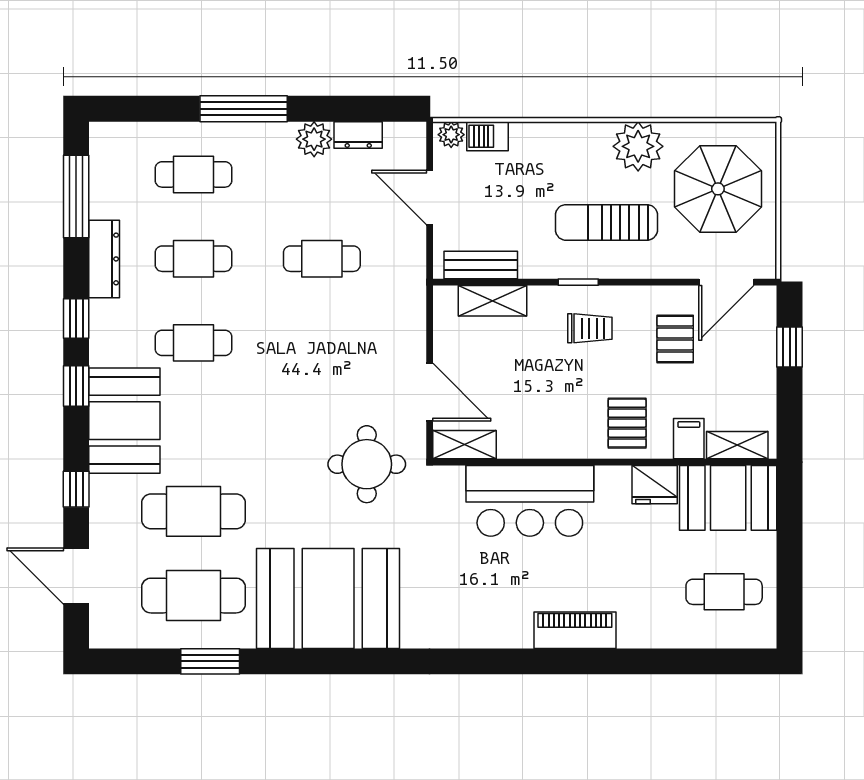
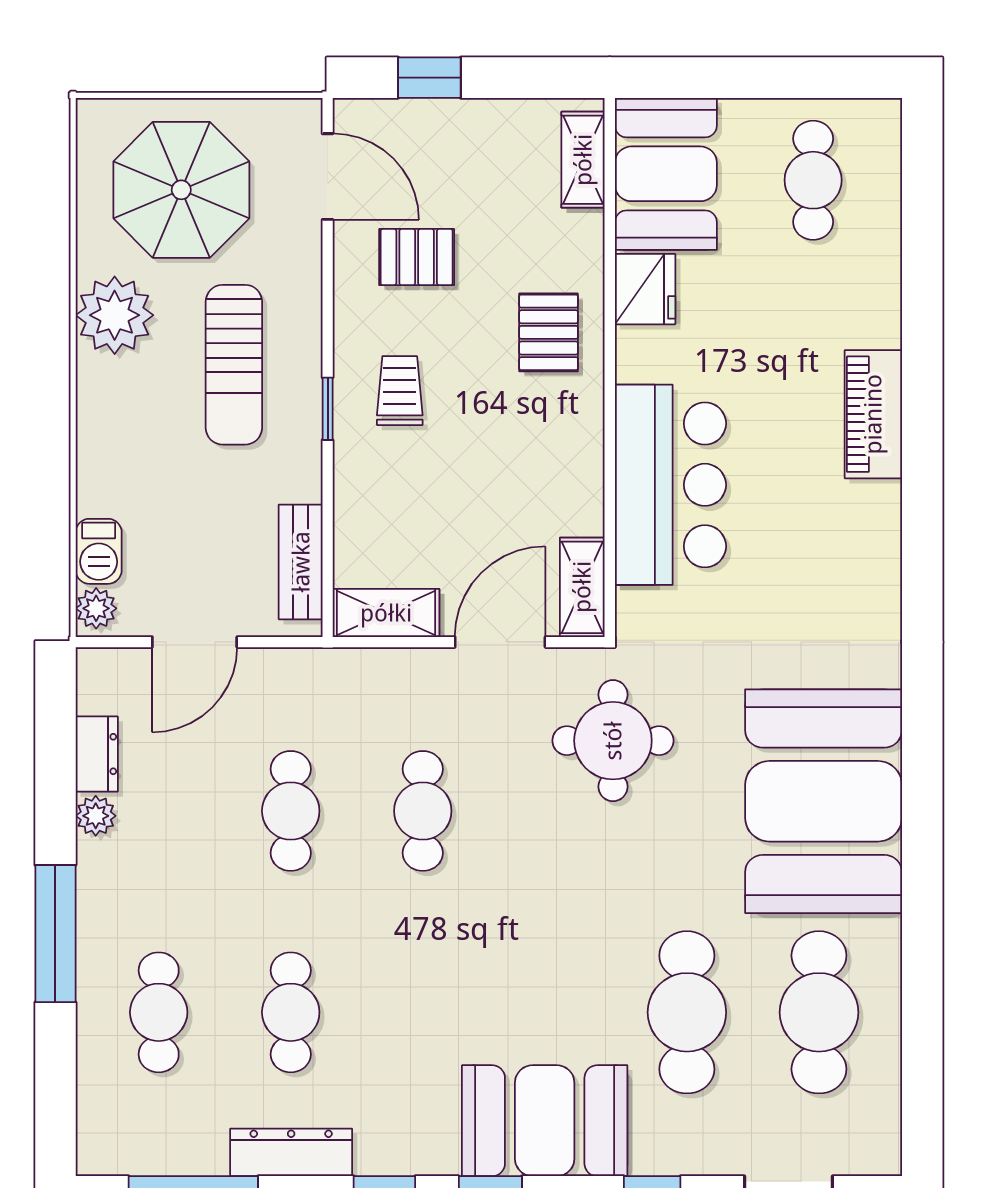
plant: (314, 139) -> (96, 816), width x0.73, depth x0.73
shelving: (492, 301) -> (386, 613), moved, turned 90
cafe table: (193, 343) -> (423, 811), moved
pallet: (627, 423) -> (549, 332), turned 90
filing cabinet: (689, 439) -> (573, 236), removed
window: (210, 661) -> (922, 986), removed

